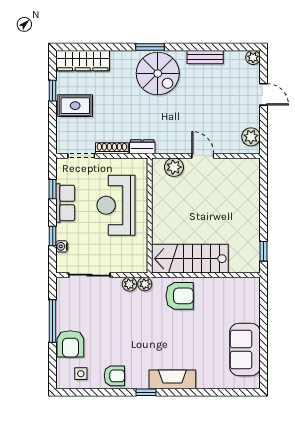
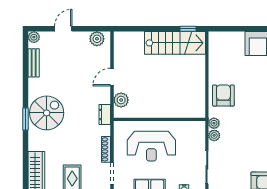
bench: (205, 57) -> (34, 63), moved
dresser: (142, 147) -> (105, 114), moved
stairs: (190, 259) -> (175, 43), moved, turned -90

